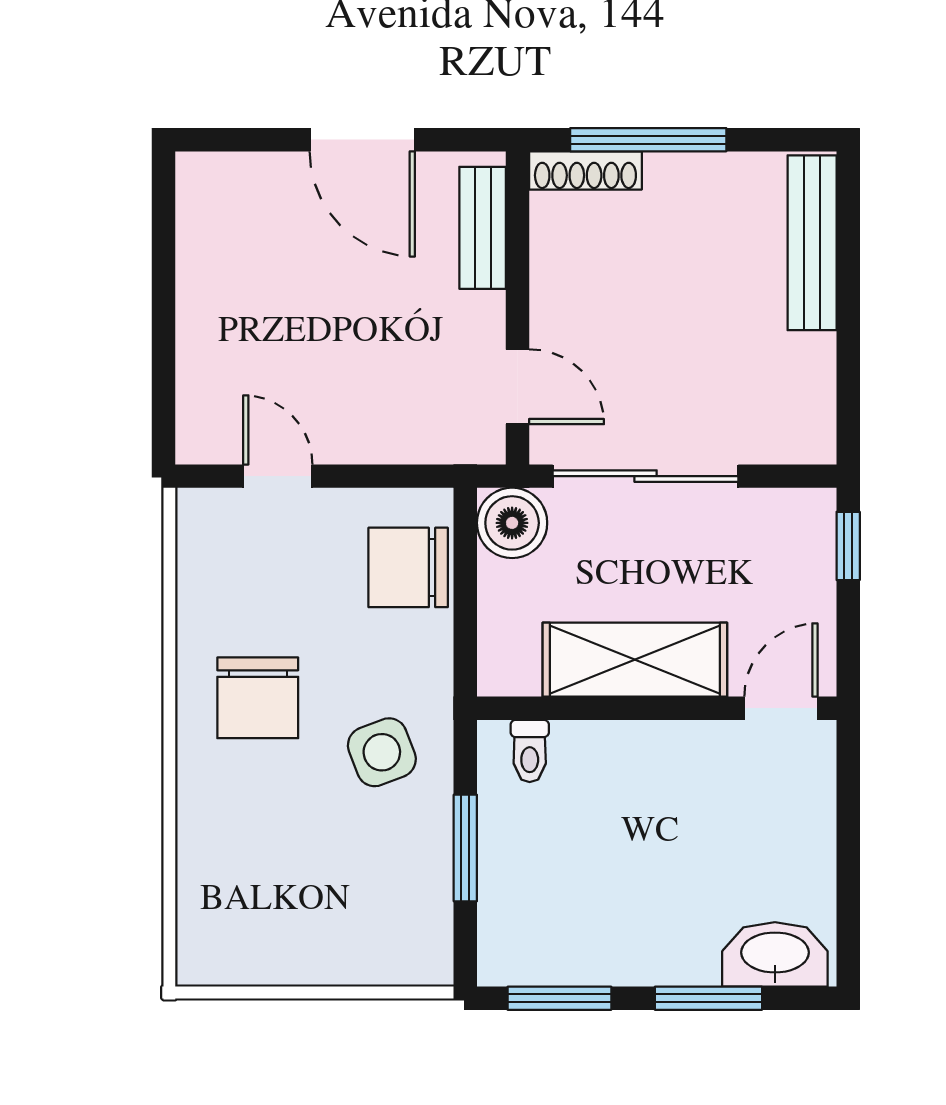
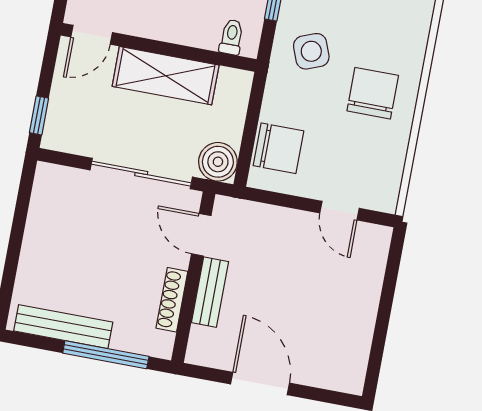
shoe rack: (585, 170) -> (172, 300), moved, turned -90
bench: (483, 228) -> (210, 292), moved
bench: (812, 243) -> (63, 327), moved, turned 90

